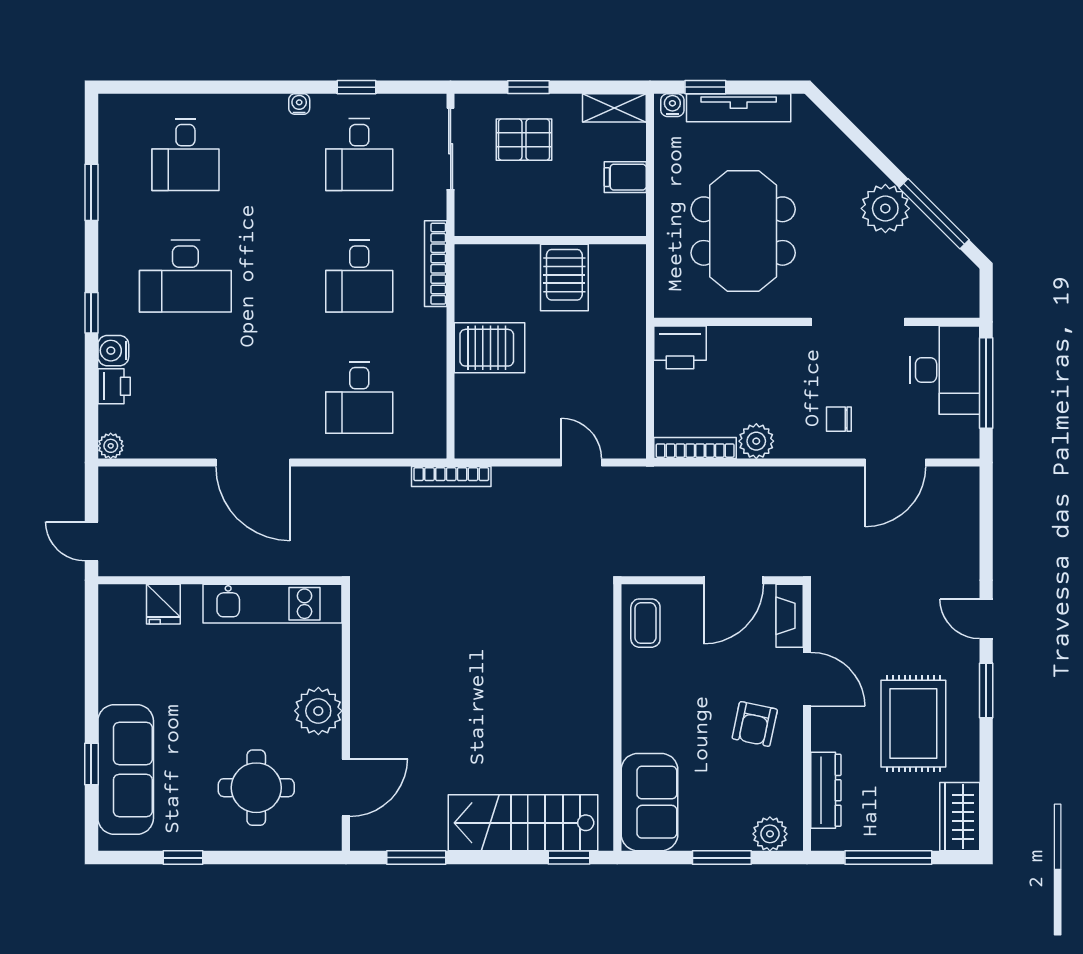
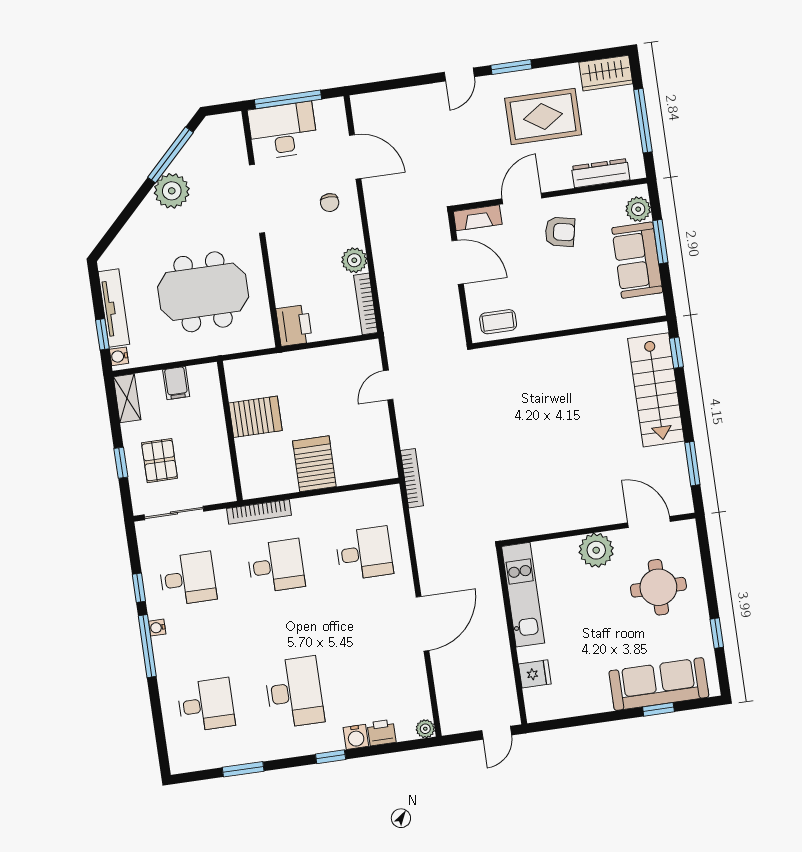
window: (276, 87) -> (147, 646), added
sofa: (650, 802) -> (637, 260), moved, turned -90

